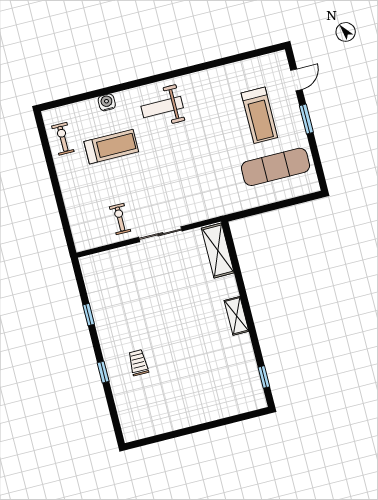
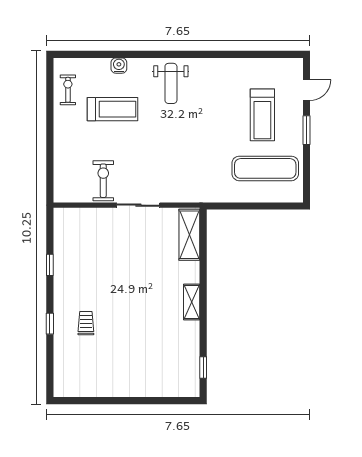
weight bench: (162, 107) -> (171, 83), turned -90
exercise bike: (120, 219) -> (103, 181), width x1.38, depth x1.39

